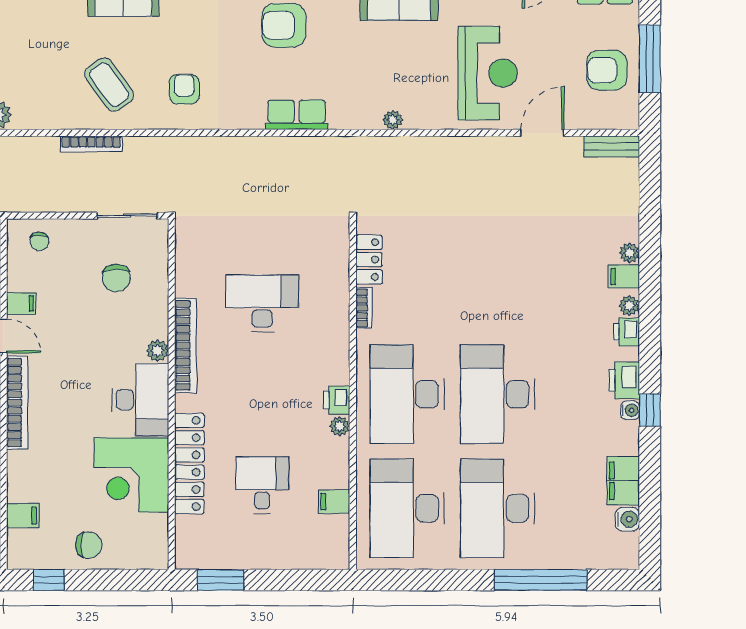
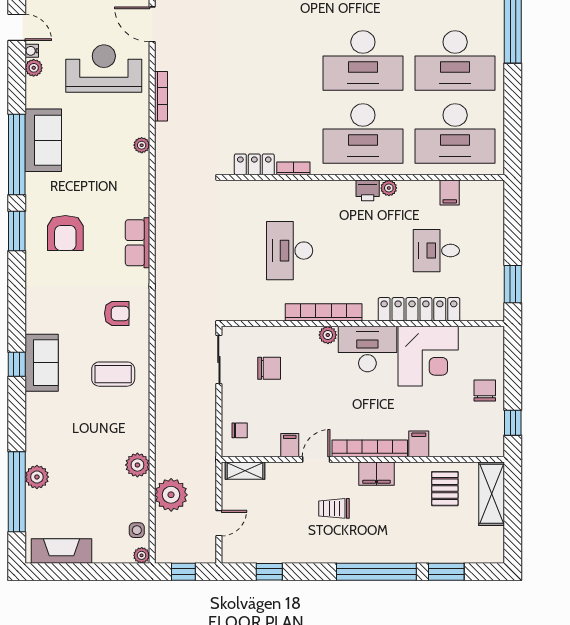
coffee table: (109, 85) -> (113, 374), turned 36
armchair: (184, 89) -> (117, 313), turned 180
row of seats: (297, 115) -> (138, 243), moved
bookcase: (91, 144) -> (161, 96), moved
filing cabinet: (23, 516) -> (419, 444), moved

